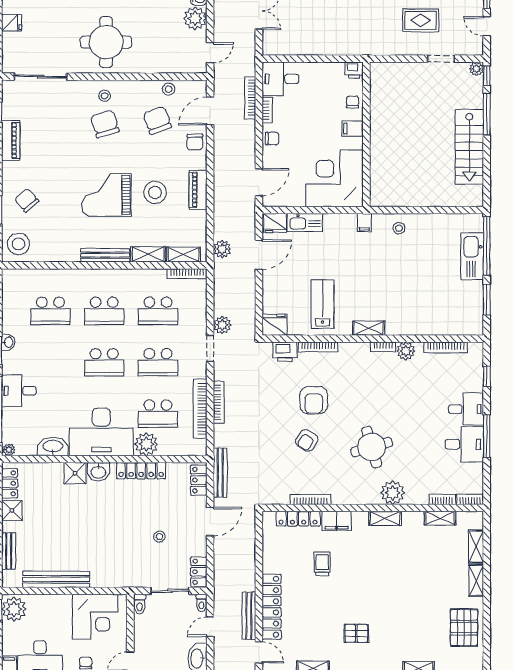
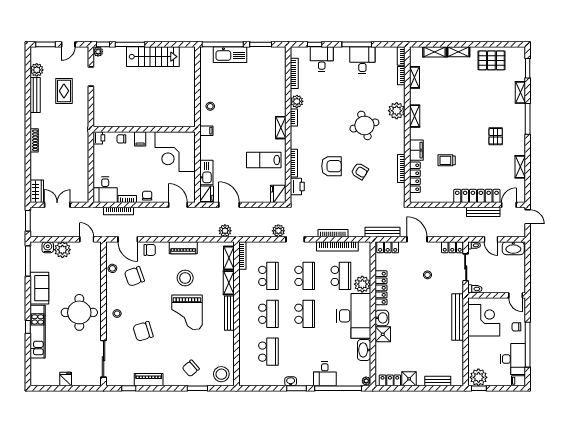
chair: (105, 124) -> (143, 331), moved
desk: (466, 409) -> (322, 59), moved
bench: (56, 579) -> (458, 317), moved

